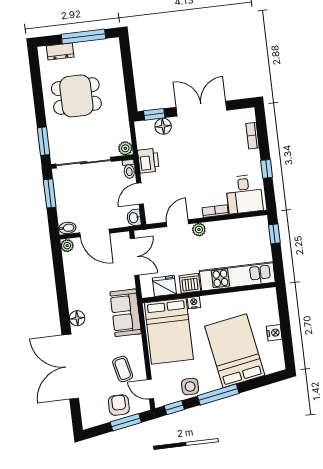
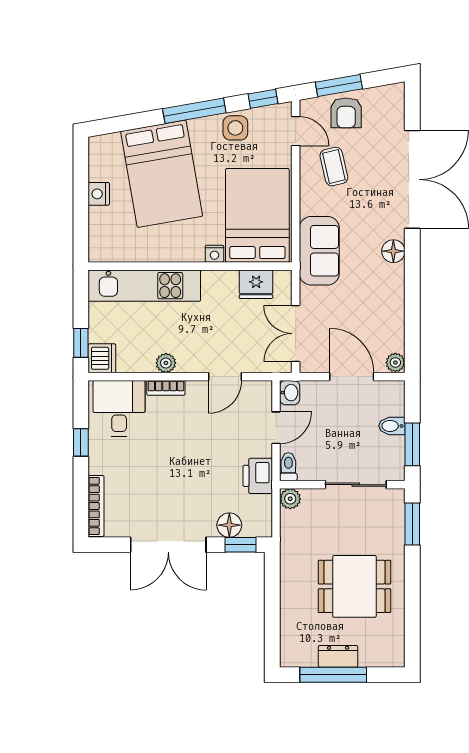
dresser: (60, 51) -> (338, 656), moved
bookcase: (253, 136) -> (96, 506), width x1.56
sliding door: (84, 163) -> (356, 485), width x0.73
bidet: (67, 228) -> (392, 426), moved
plant: (199, 230) -> (166, 363), moved
dishwasher: (190, 283) -> (102, 358), moved, turned -90

